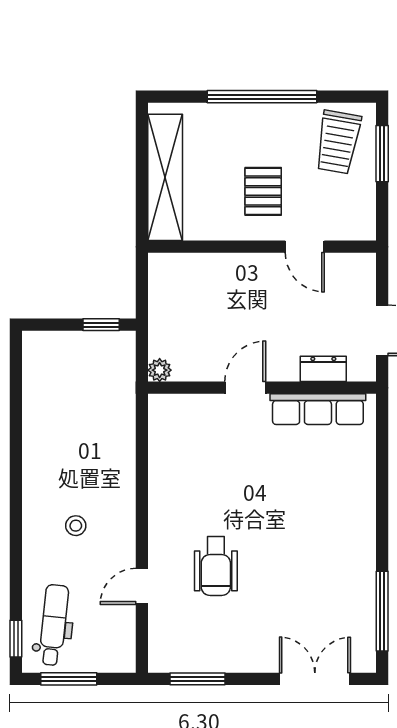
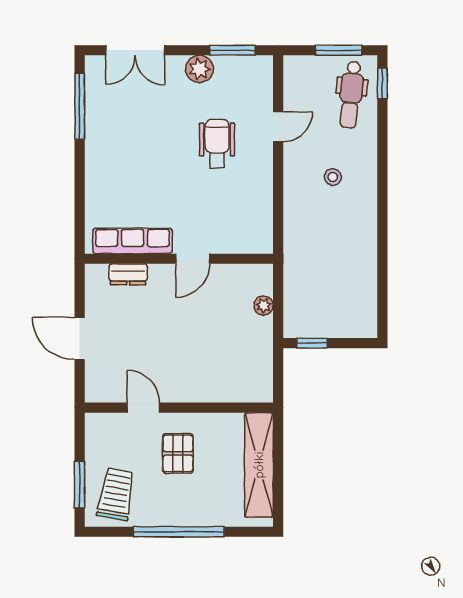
dresser: (323, 369) -> (128, 274), moved
door: (245, 388) -> (193, 259), moved
wall: (262, 388) -> (179, 259), moved
row of seats: (318, 409) -> (133, 241), moved
plant: (237, 656) -> (200, 69), added

